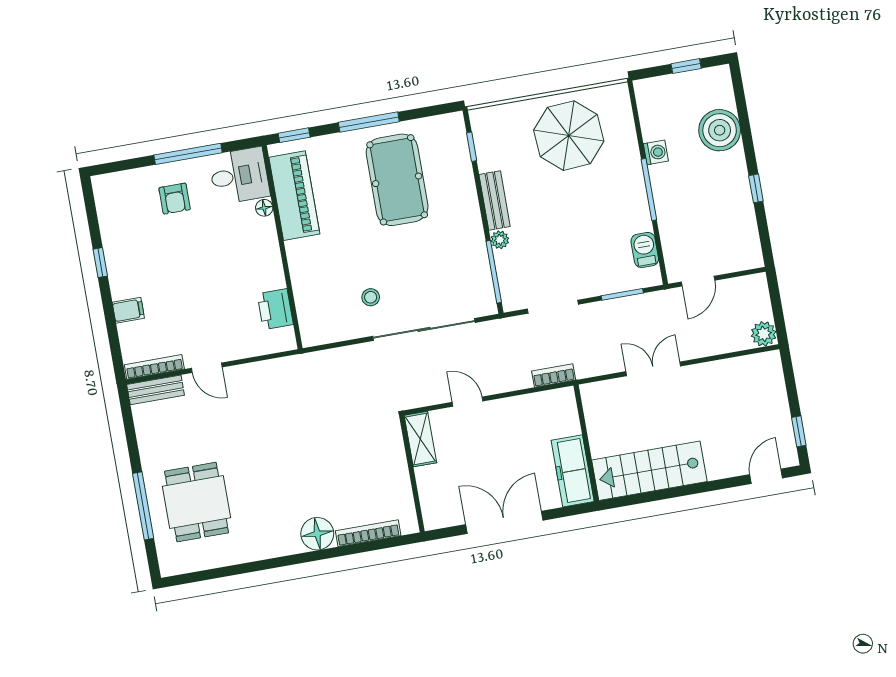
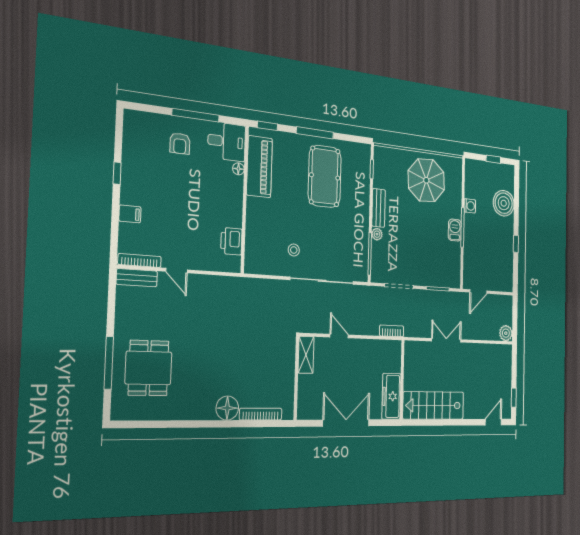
barbecue: (645, 250) -> (455, 230), moved

